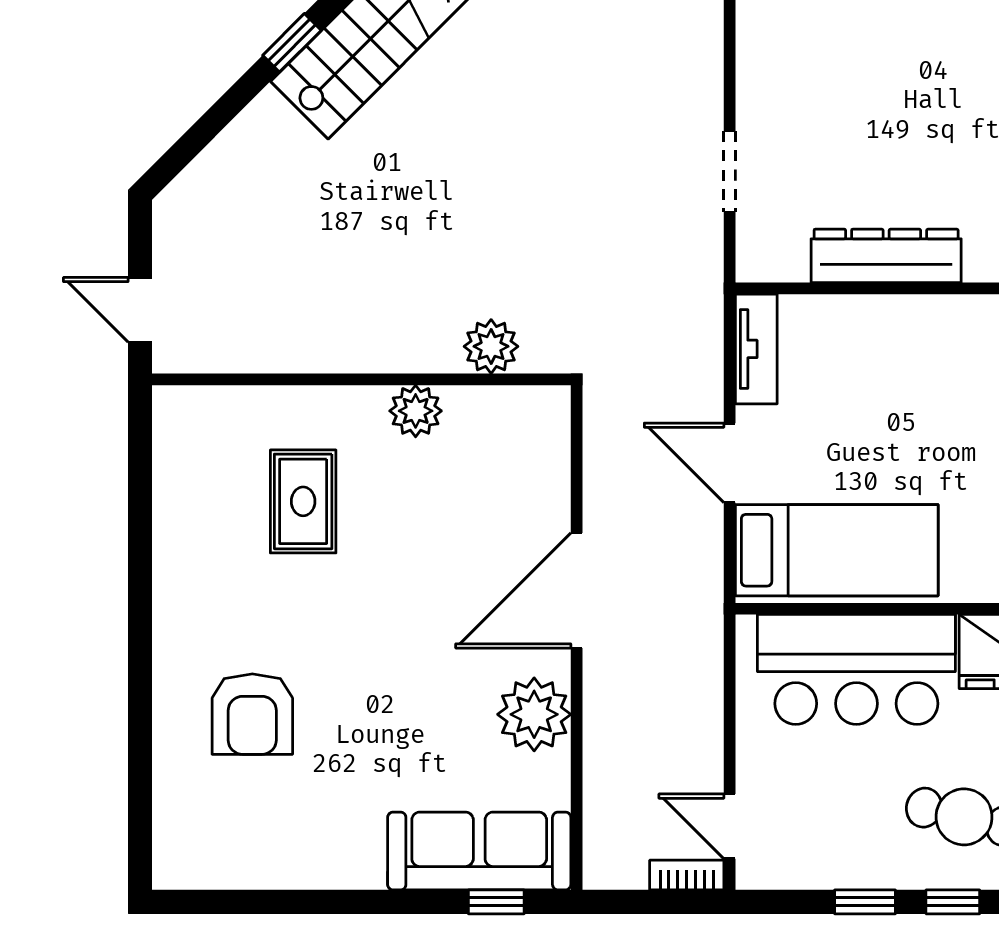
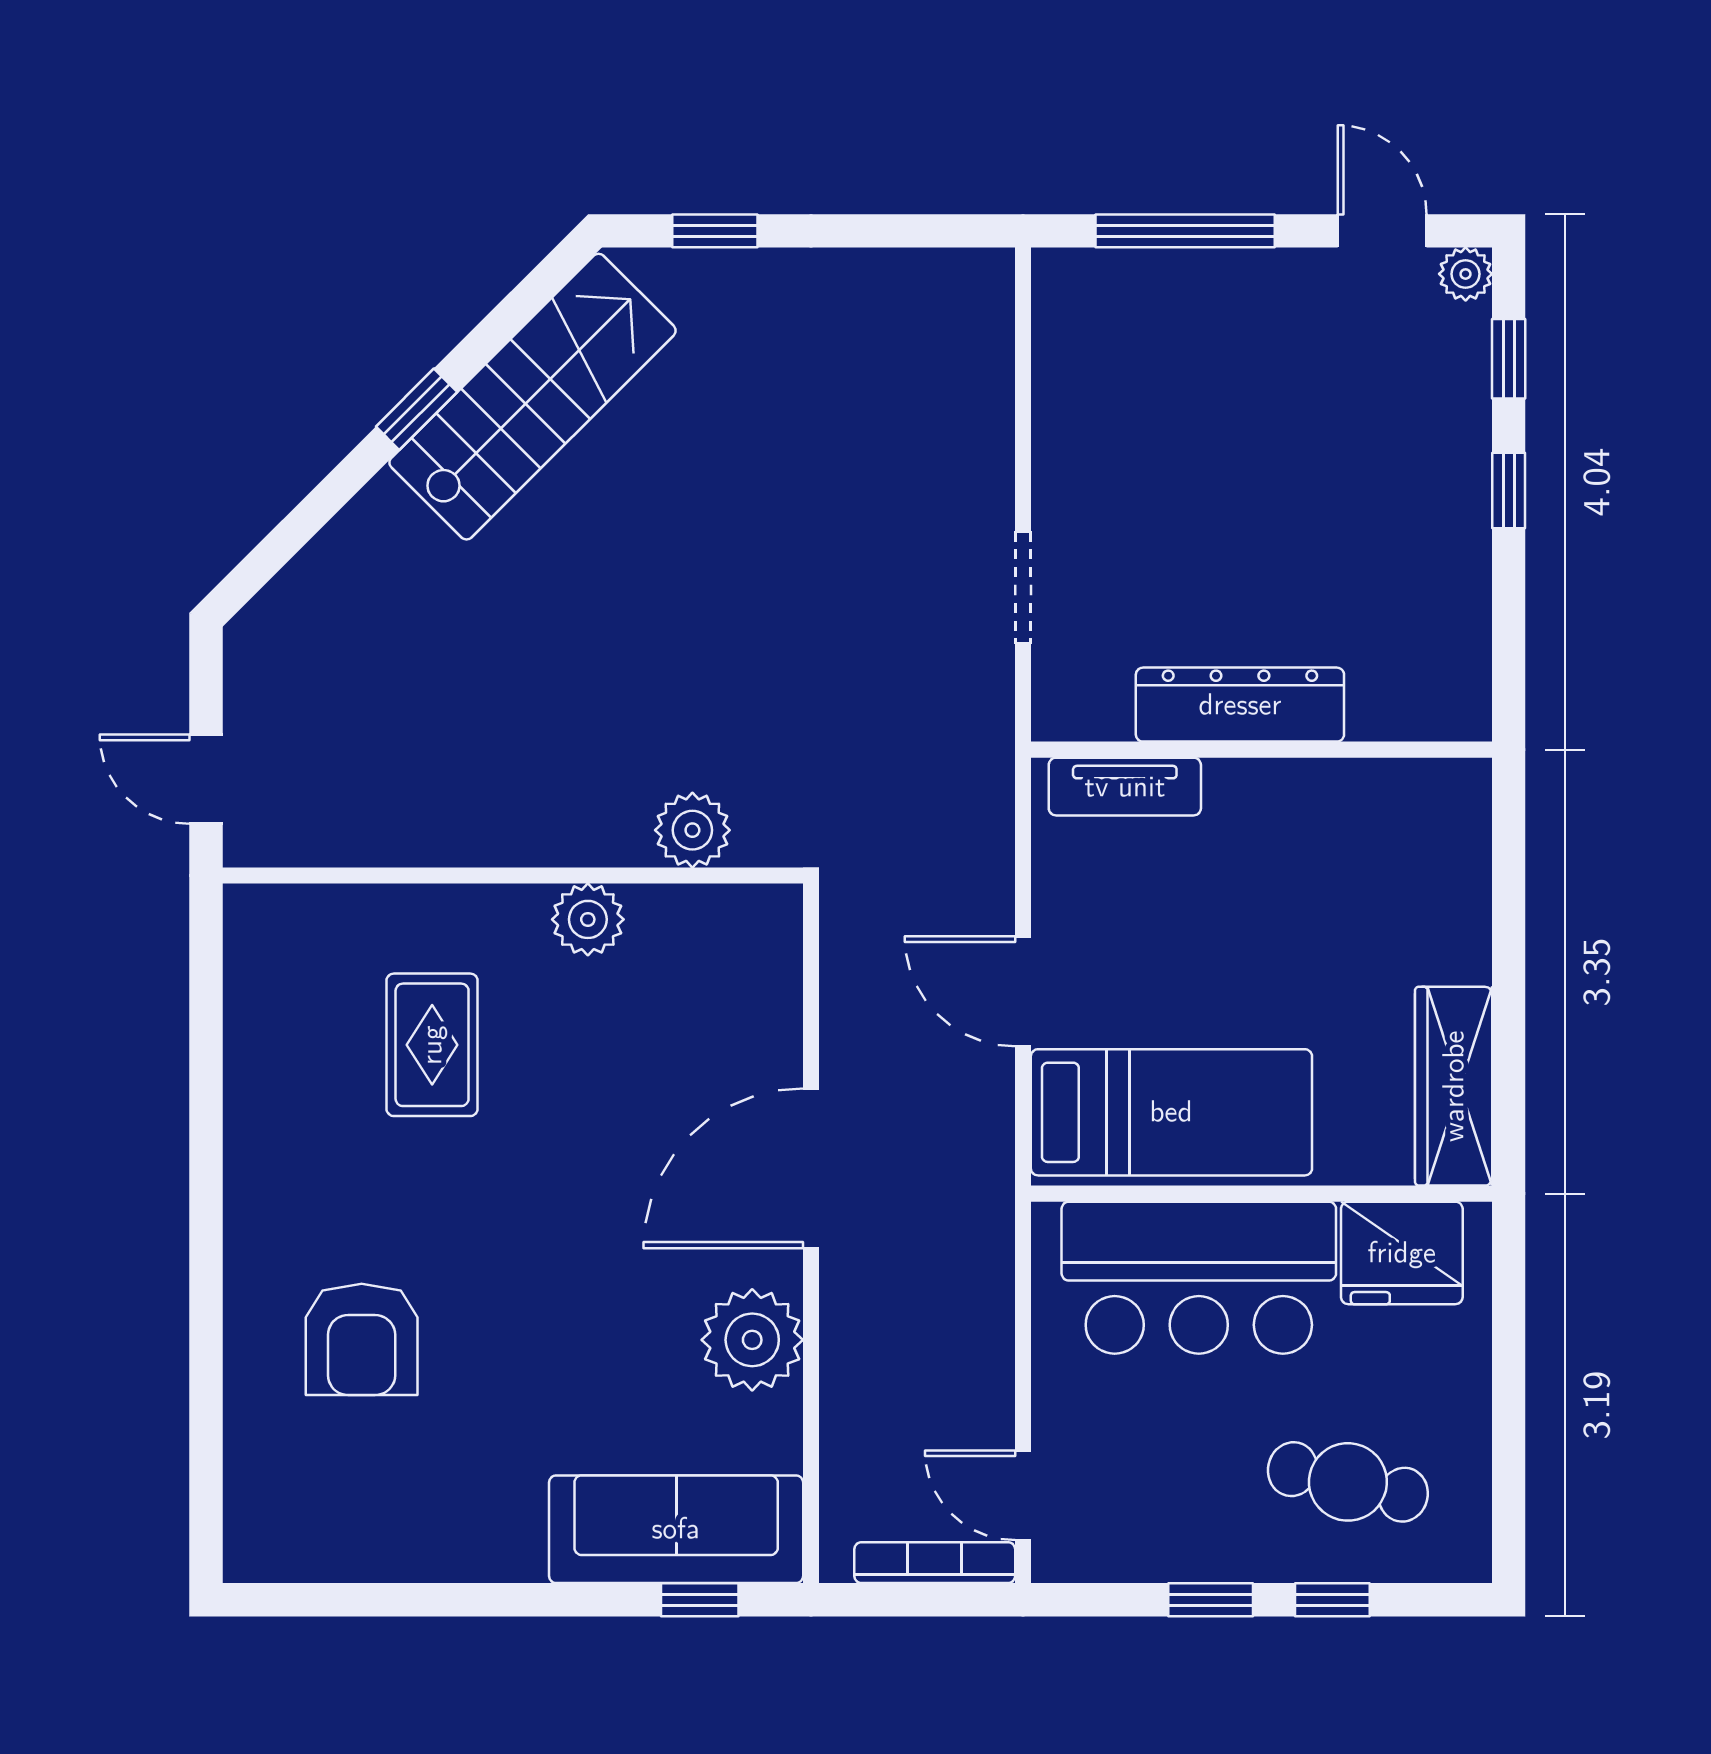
tv unit: (756, 349) -> (1125, 787), moved, turned 90
bookcase: (687, 875) -> (935, 1563), width x1.56

